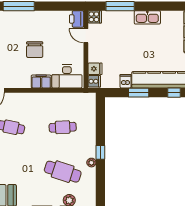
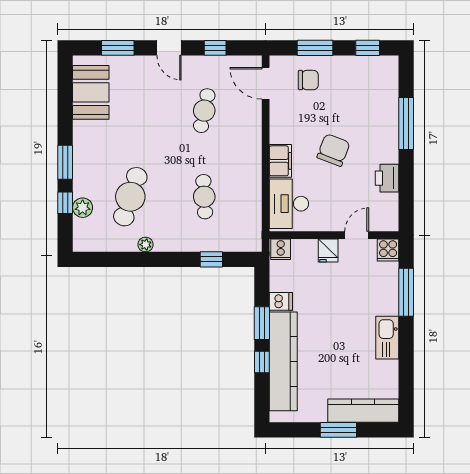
printer: (77, 19) -> (387, 178), moved, turned -90
chair: (35, 50) -> (333, 150), turned 111
fridge: (95, 69) -> (328, 250), moved
window: (174, 93) -> (262, 362), moved
window: (100, 152) -> (211, 259), moved

